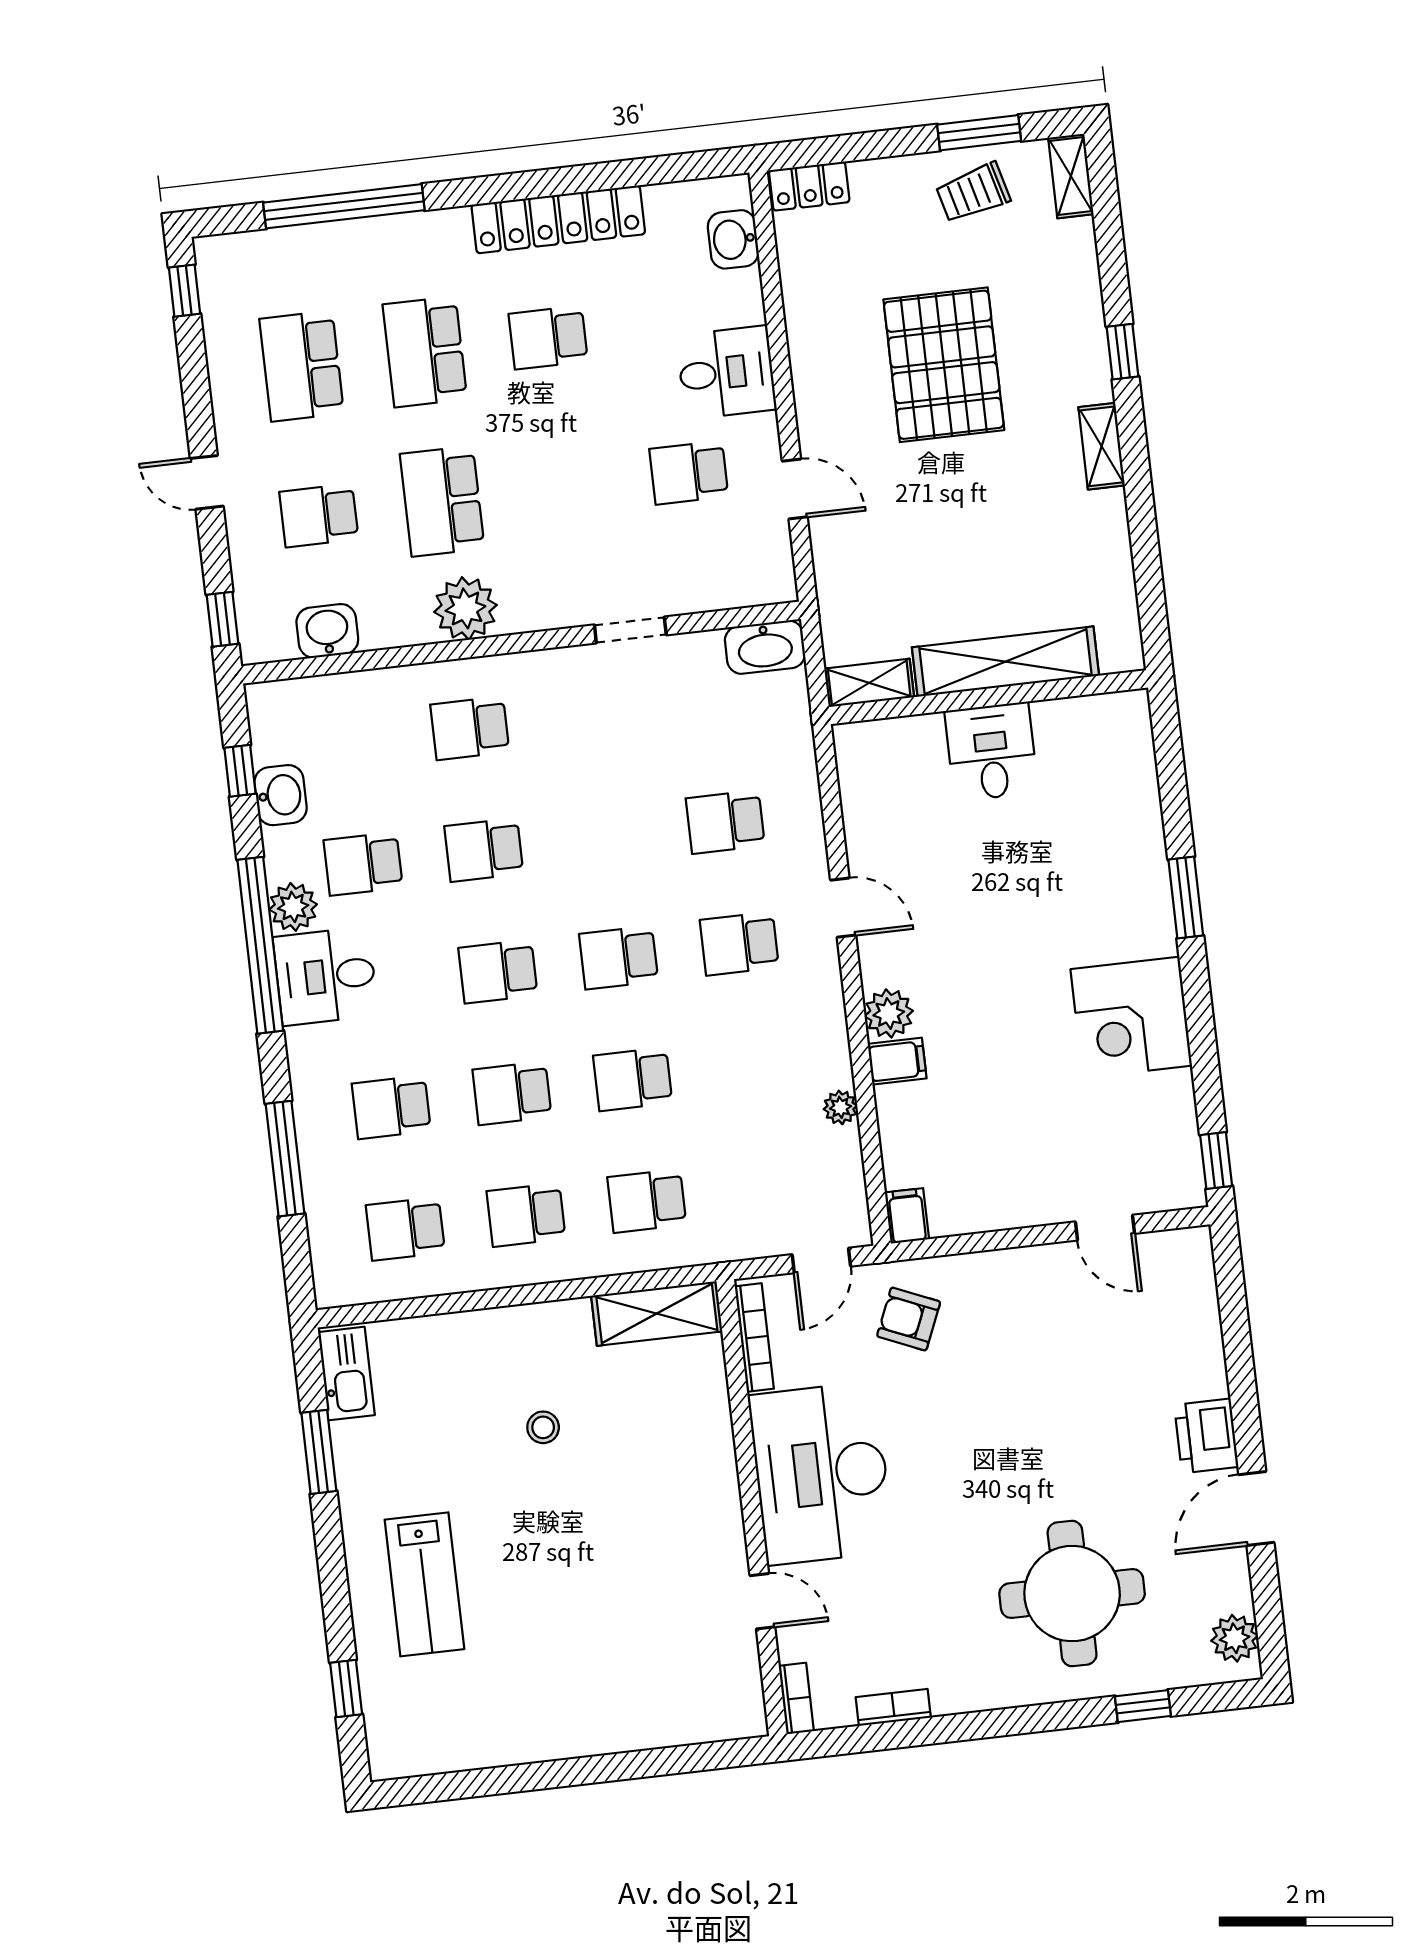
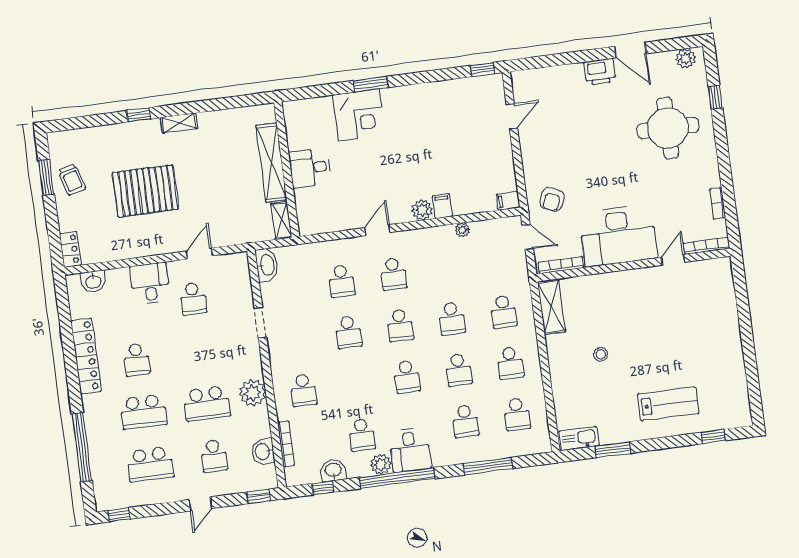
shelving: (1071, 176) -> (64, 138), removed
bookcase: (345, 685) -> (286, 444), added
school desk: (484, 850) -> (348, 332), moved
corner desk: (1131, 1017) -> (359, 115), moved
bookcase: (796, 1699) -> (706, 246), width x1.56

